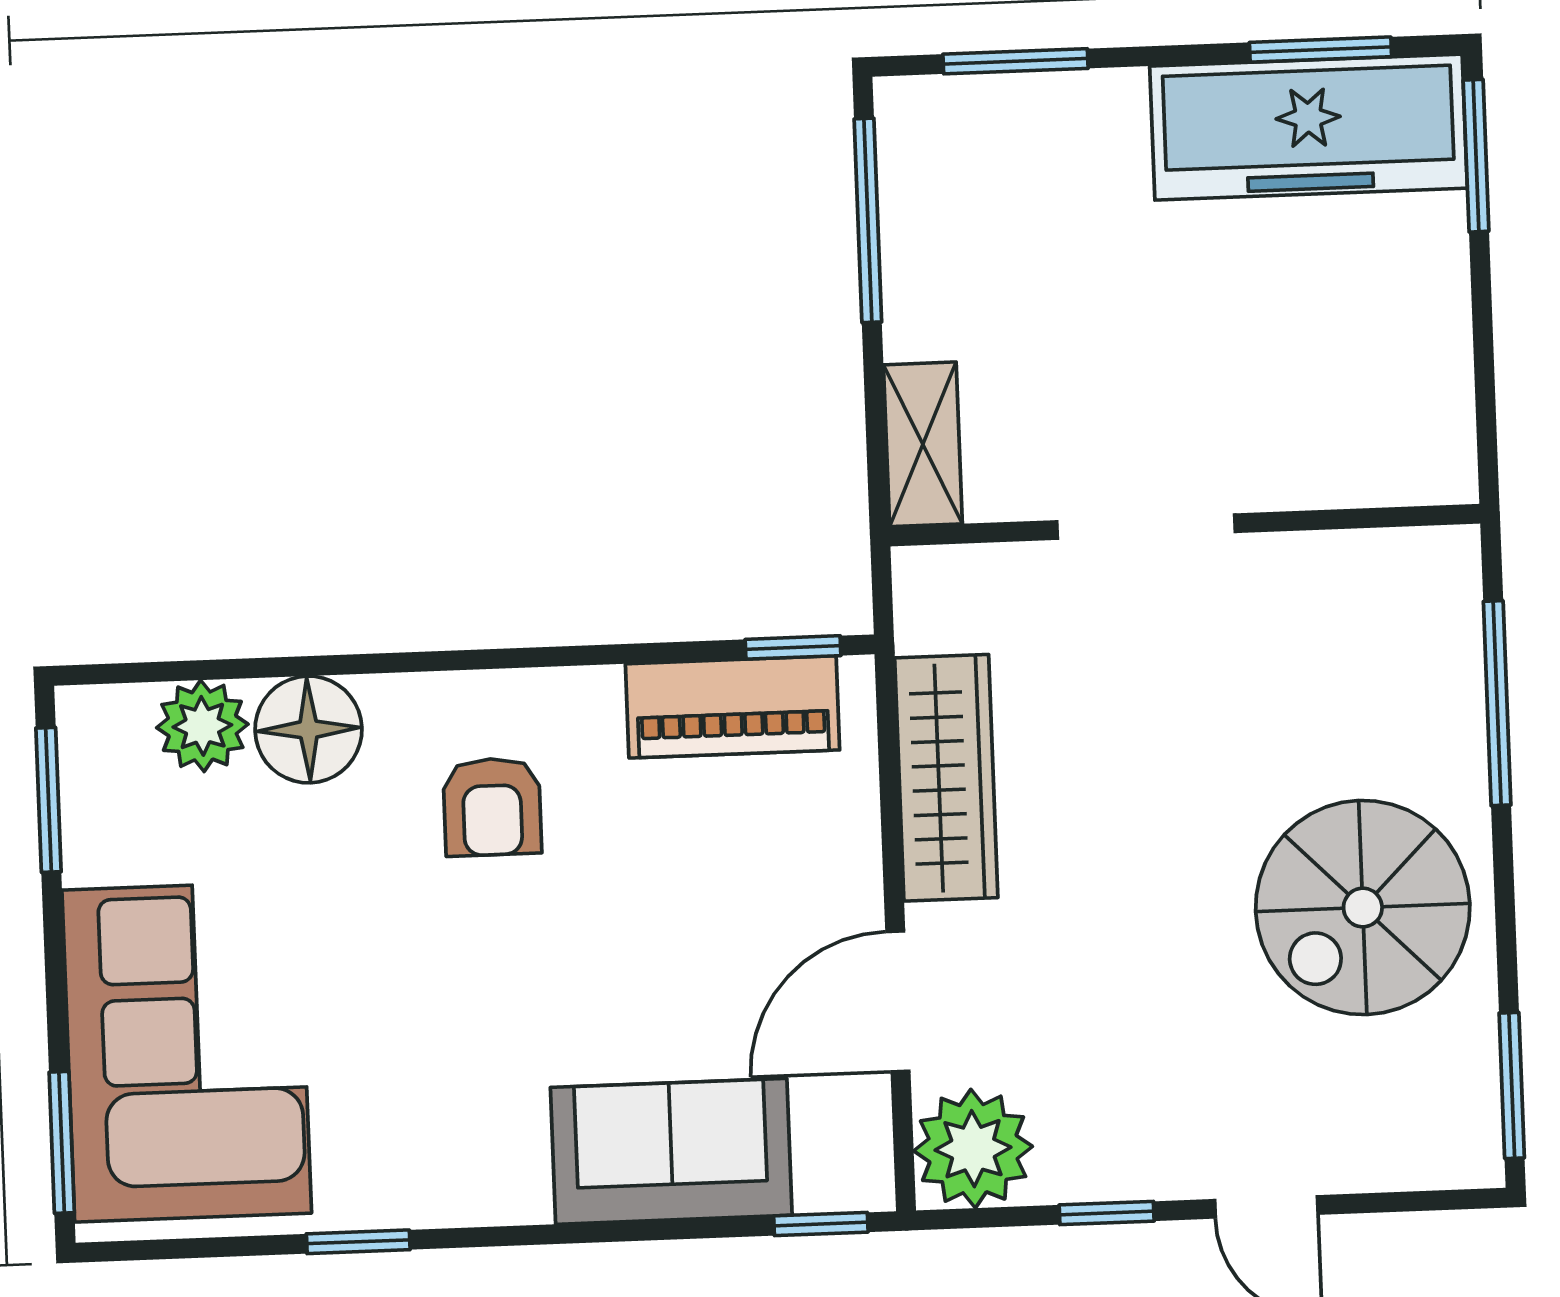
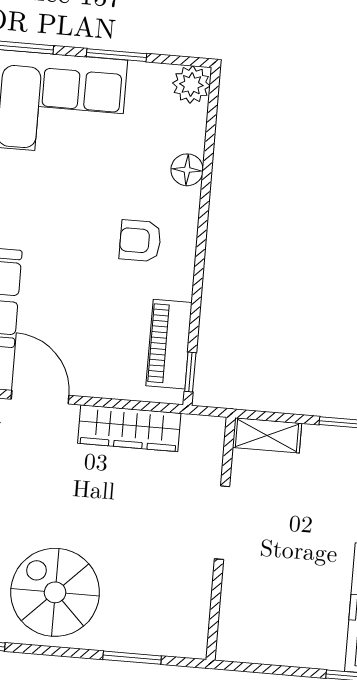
window: (1497, 703) -> (132, 658), width x0.69
plant: (202, 726) -> (191, 85), moved
floor lamp: (308, 729) -> (187, 170), width x0.73, depth x0.73
window: (48, 800) -> (116, 55), moved

